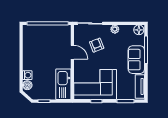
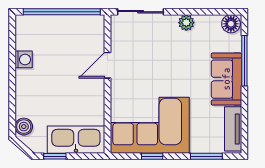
armchair: (97, 45) -> (153, 52), removed
door: (72, 52) -> (107, 65), swing flipped
washing machine: (27, 75) -> (24, 59), moved
kitchen sink: (63, 84) -> (76, 140), moved, turned 90

